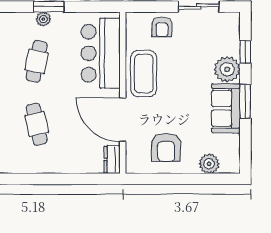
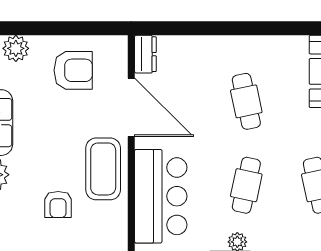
armchair: (162, 27) -> (58, 204), moved, turned 180
armchair: (166, 147) -> (73, 70), turned 90

